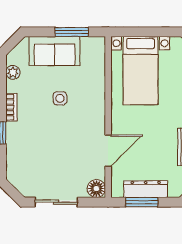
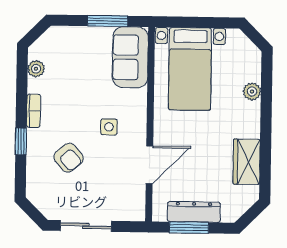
sofa: (55, 51) -> (130, 57), moved, turned 90
side table: (60, 98) -> (109, 127), moved
armchair: (41, 146) -> (69, 158), added
floor lamp: (96, 189) -> (135, 210), removed

